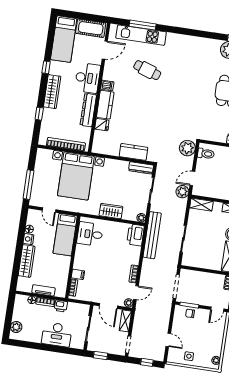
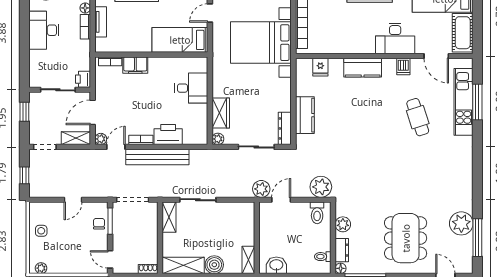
cafe table: (147, 70) -> (418, 117), turned -37
dishwasher: (107, 85) -> (403, 67), moved
dresser: (88, 110) -> (352, 46), removed
fridge: (102, 125) -> (320, 67), moved
plant: (217, 136) -> (343, 224), added
door: (192, 178) -> (281, 200), hinge flipped
shelving: (201, 205) -> (169, 217), moved
wardrobe: (111, 211) -> (221, 113), moved
desk: (90, 234) -> (191, 88), moved, turned 90
printer: (136, 235) -> (168, 135), moved
bench: (152, 235) -> (157, 157), moved
filing cabinet: (78, 274) -> (135, 65), width x2.00
door: (136, 293) -> (116, 147), swing flipped
printer: (61, 306) -> (83, 79), moved
desk: (57, 334) -> (44, 30), moved
door: (168, 340) -> (73, 200), moved

